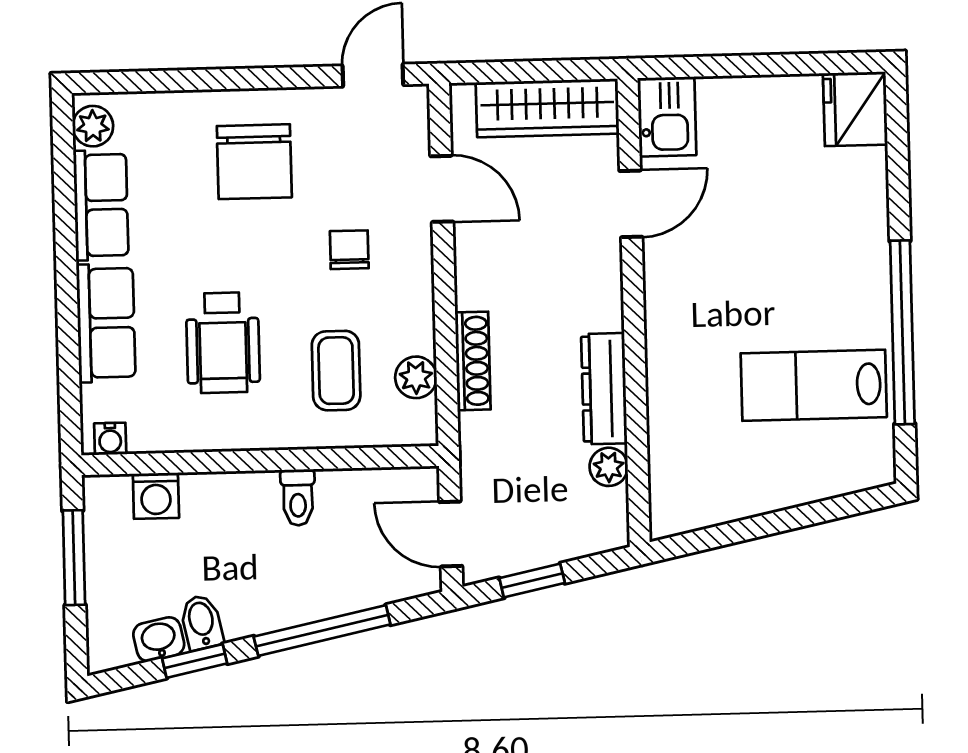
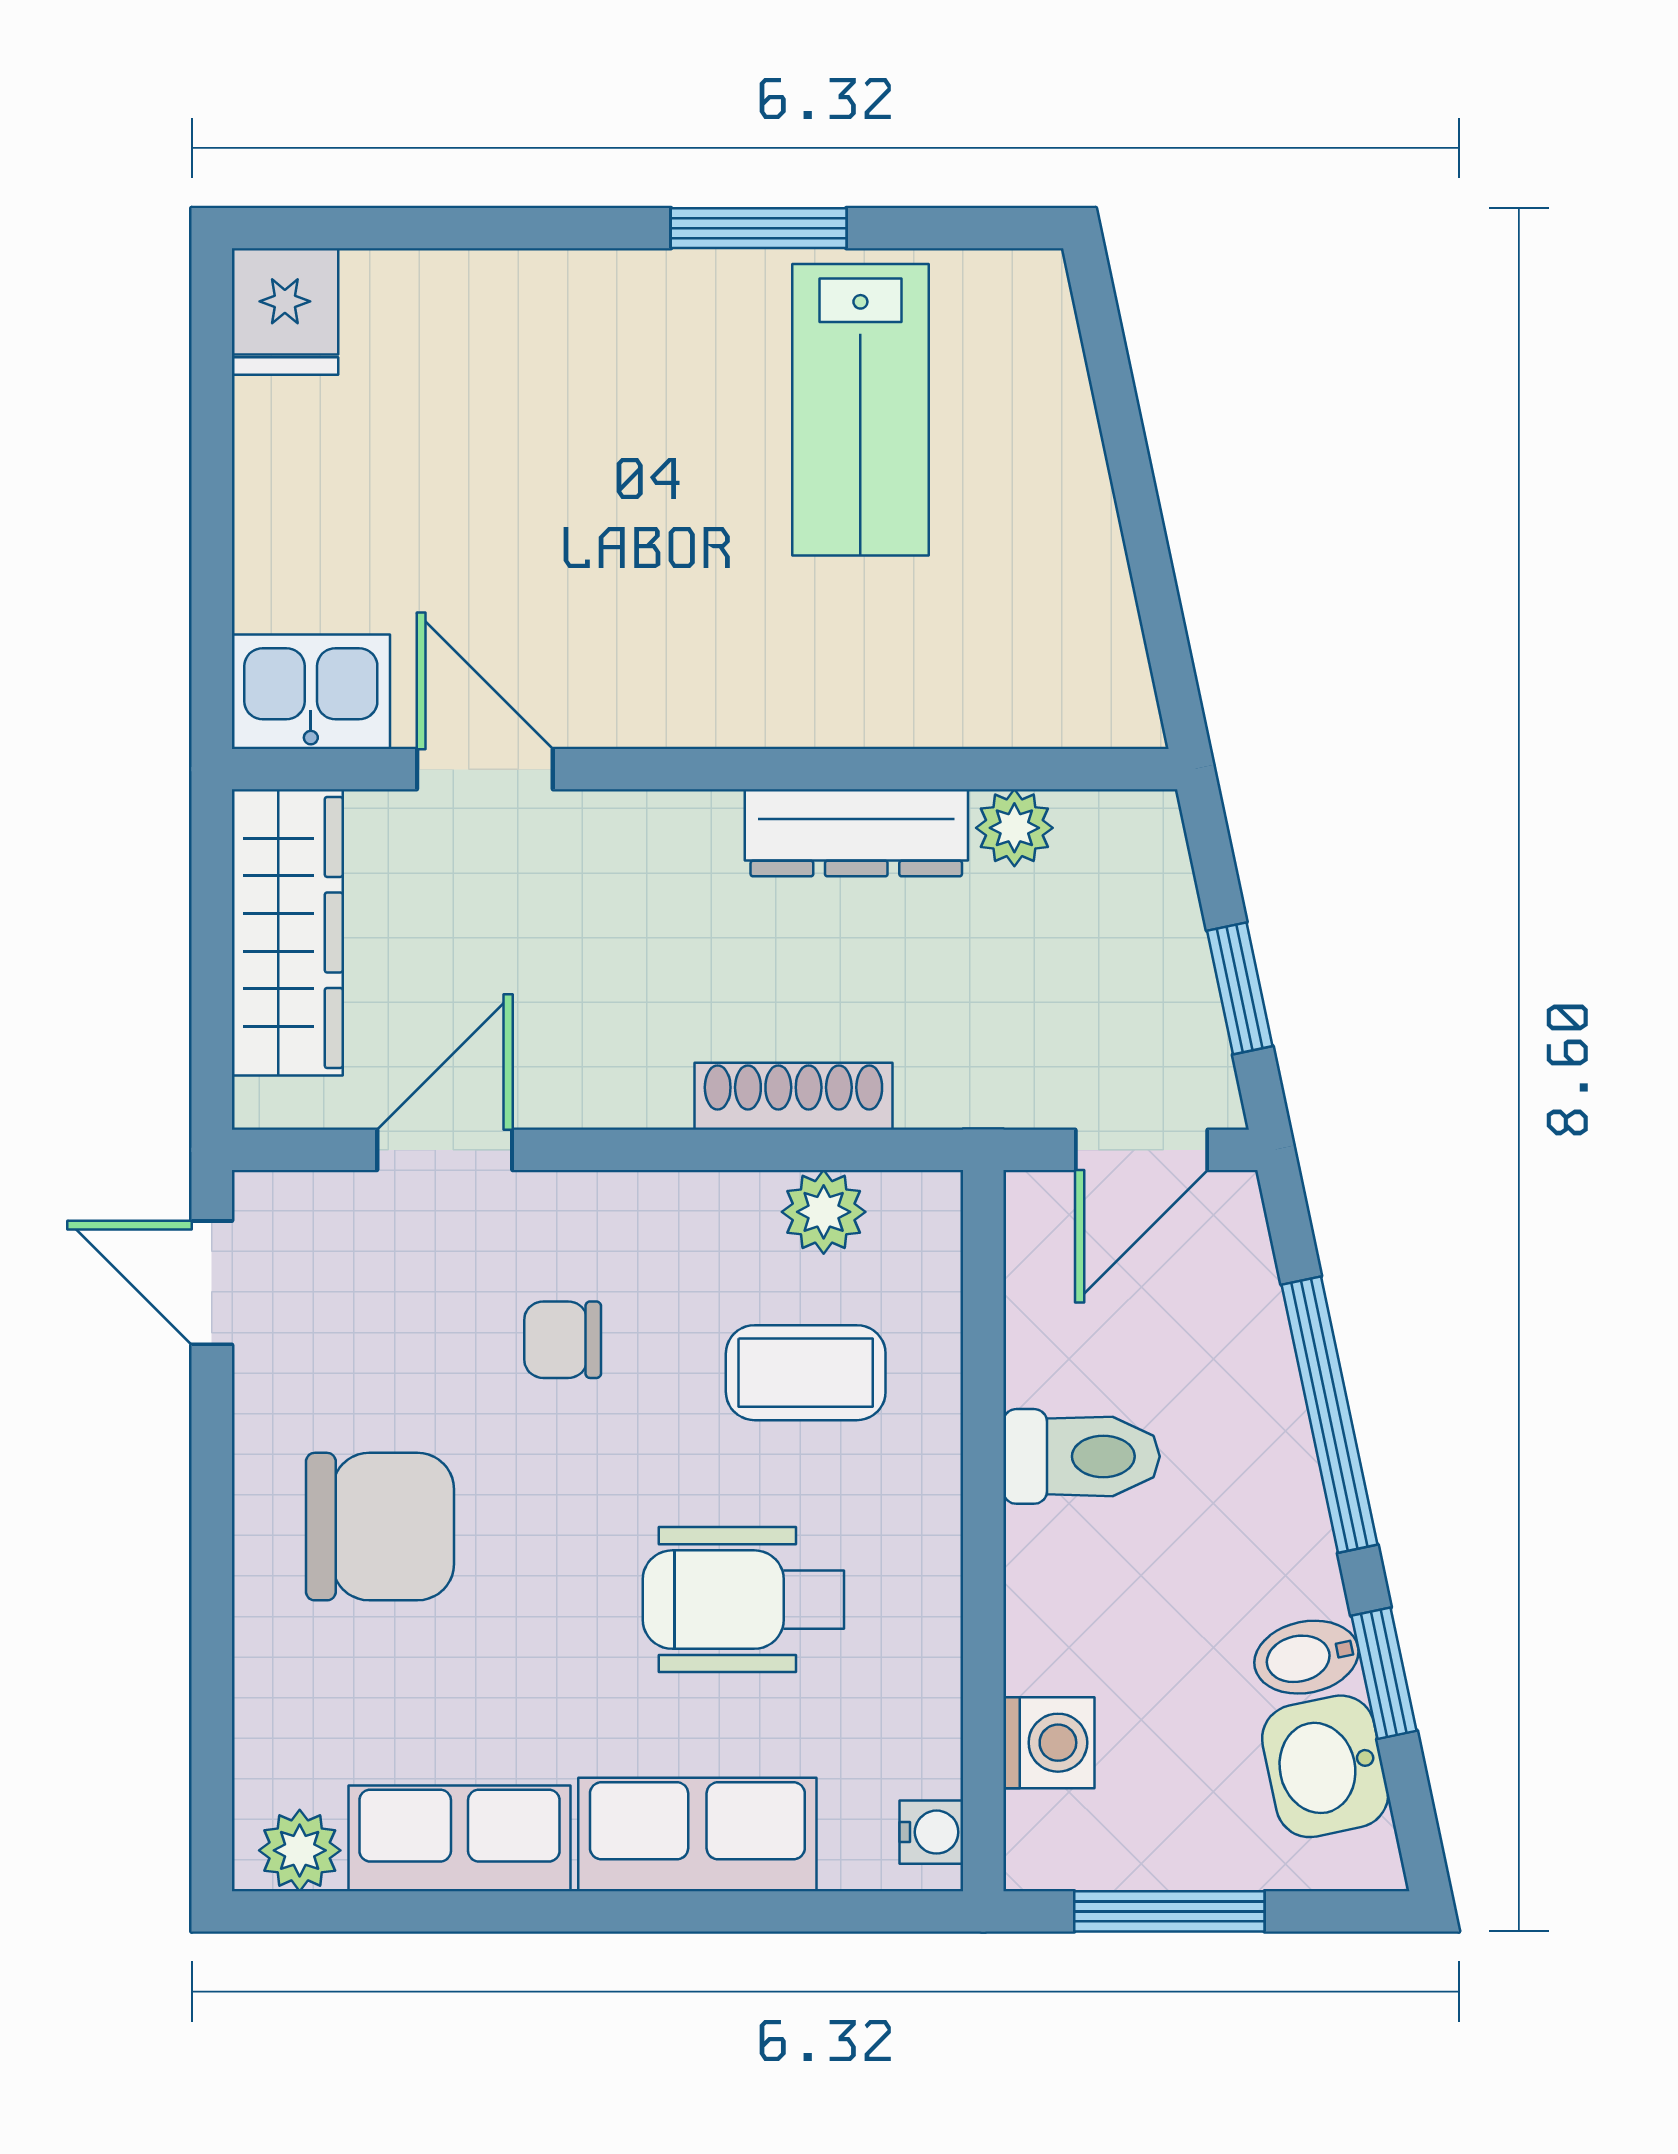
fridge: (855, 109) -> (285, 311), width x0.72
window: (902, 332) -> (759, 228), width x0.47
wheelchair: (223, 343) -> (743, 1600), turned 180
toilet: (298, 497) -> (1081, 1456), width x1.37, depth x1.39
washbasin: (159, 639) -> (1325, 1766), width x1.38, depth x1.45

